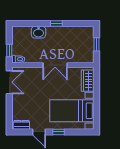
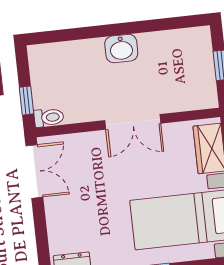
window: (56, 24) -> (125, 29), removed
washbasin: (39, 32) -> (121, 49), moved

